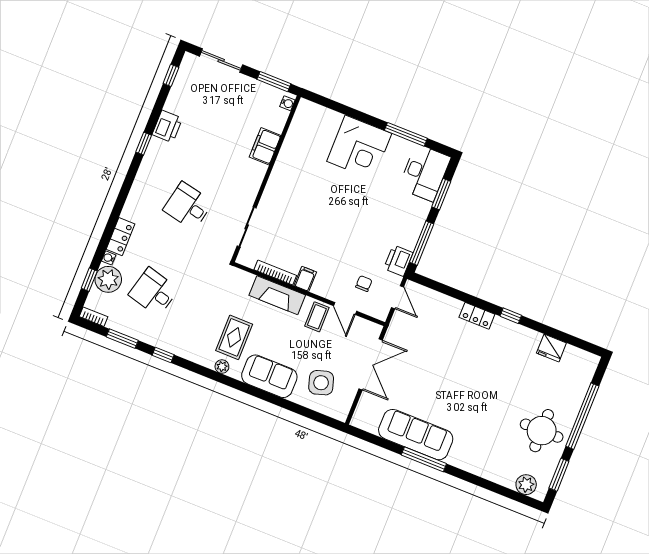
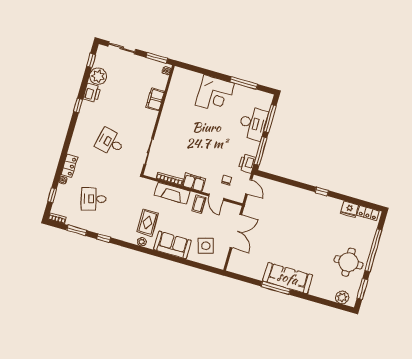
desk: (424, 173) -> (253, 123), moved
window: (441, 194) -> (270, 119), width x1.44
plant: (108, 279) -> (98, 76), moved
filing cabinet: (305, 279) -> (194, 182), width x2.00
desk: (154, 292) -> (94, 199), turned -30
locker: (477, 316) -> (368, 213), moved
sofa: (416, 435) -> (288, 278), moved

